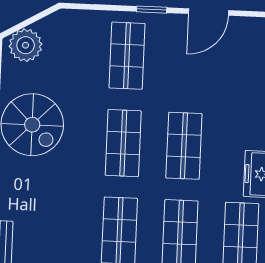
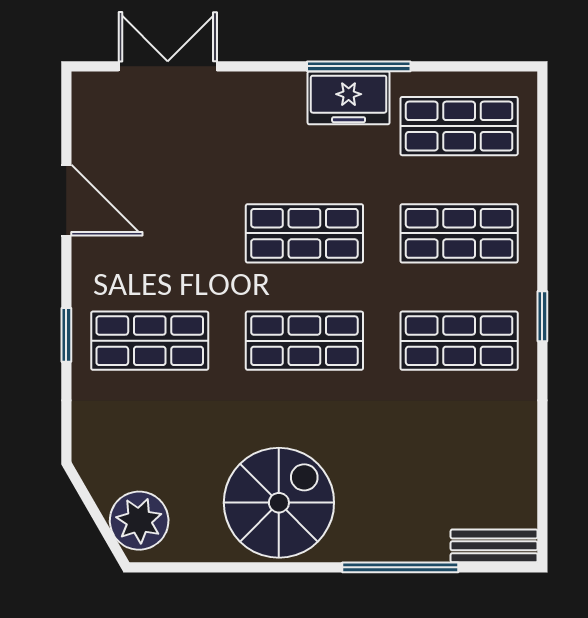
window: (152, 10) -> (66, 335), moved

